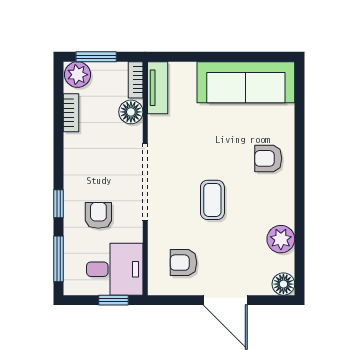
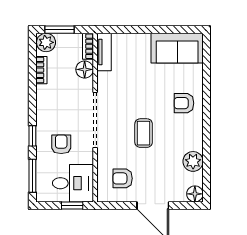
sofa: (246, 82) -> (177, 48), width x0.73

